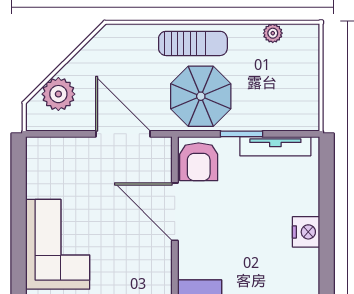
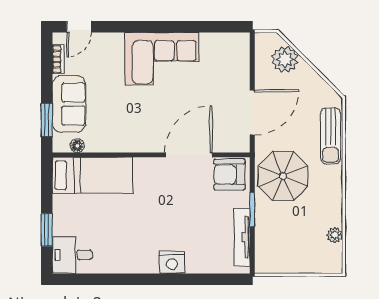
sun lounger: (193, 43) -> (331, 136), moved

